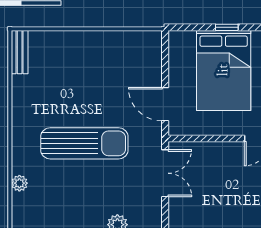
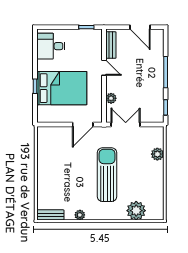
plant: (19, 100) -> (80, 215), added
plant: (207, 150) -> (111, 98), added
plant: (19, 183) -> (136, 211), width x1.88, depth x1.88

